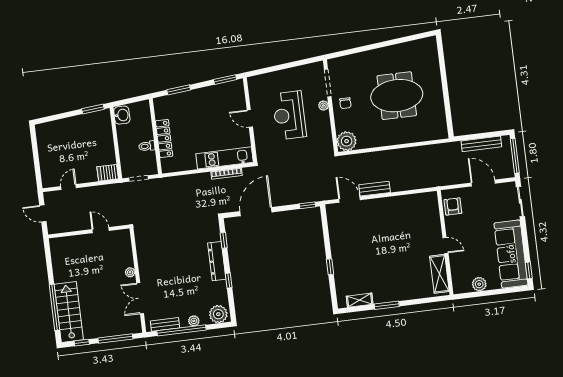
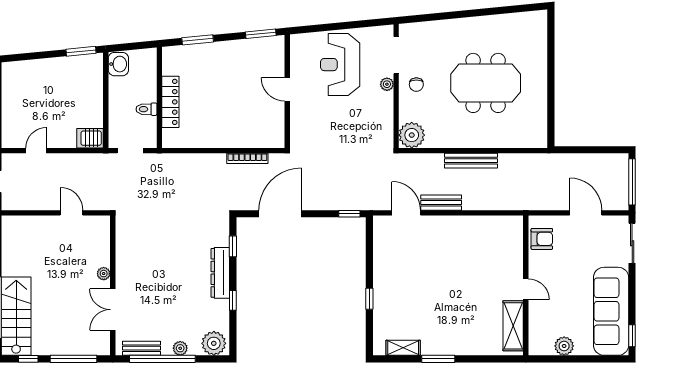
reception desk: (289, 115) -> (340, 65), moved
bench: (481, 144) -> (471, 161), moved
kitchen unit: (225, 158) -> (247, 138), removed
armchair: (453, 206) -> (542, 239), turned 90

